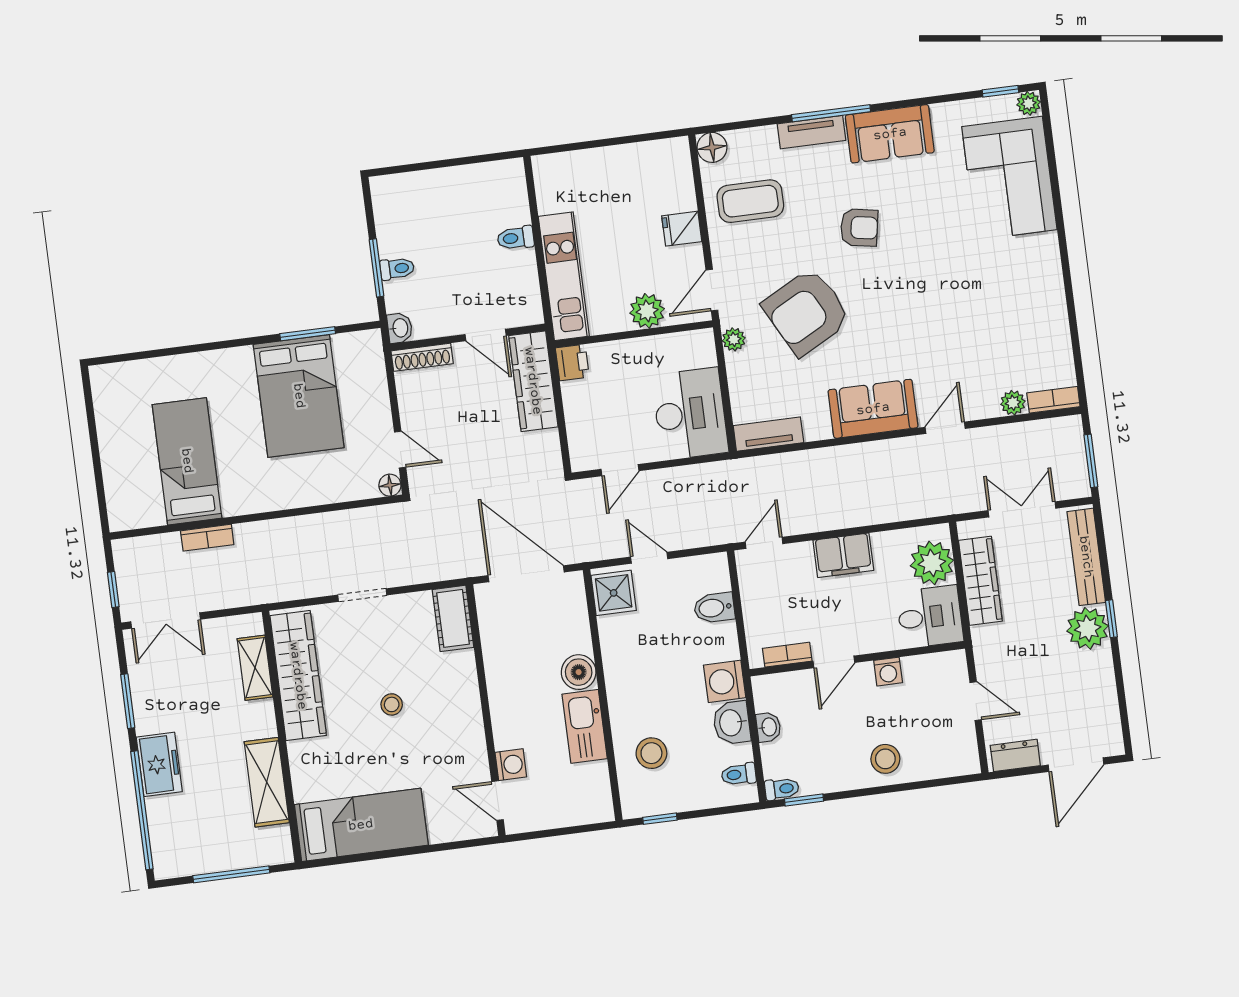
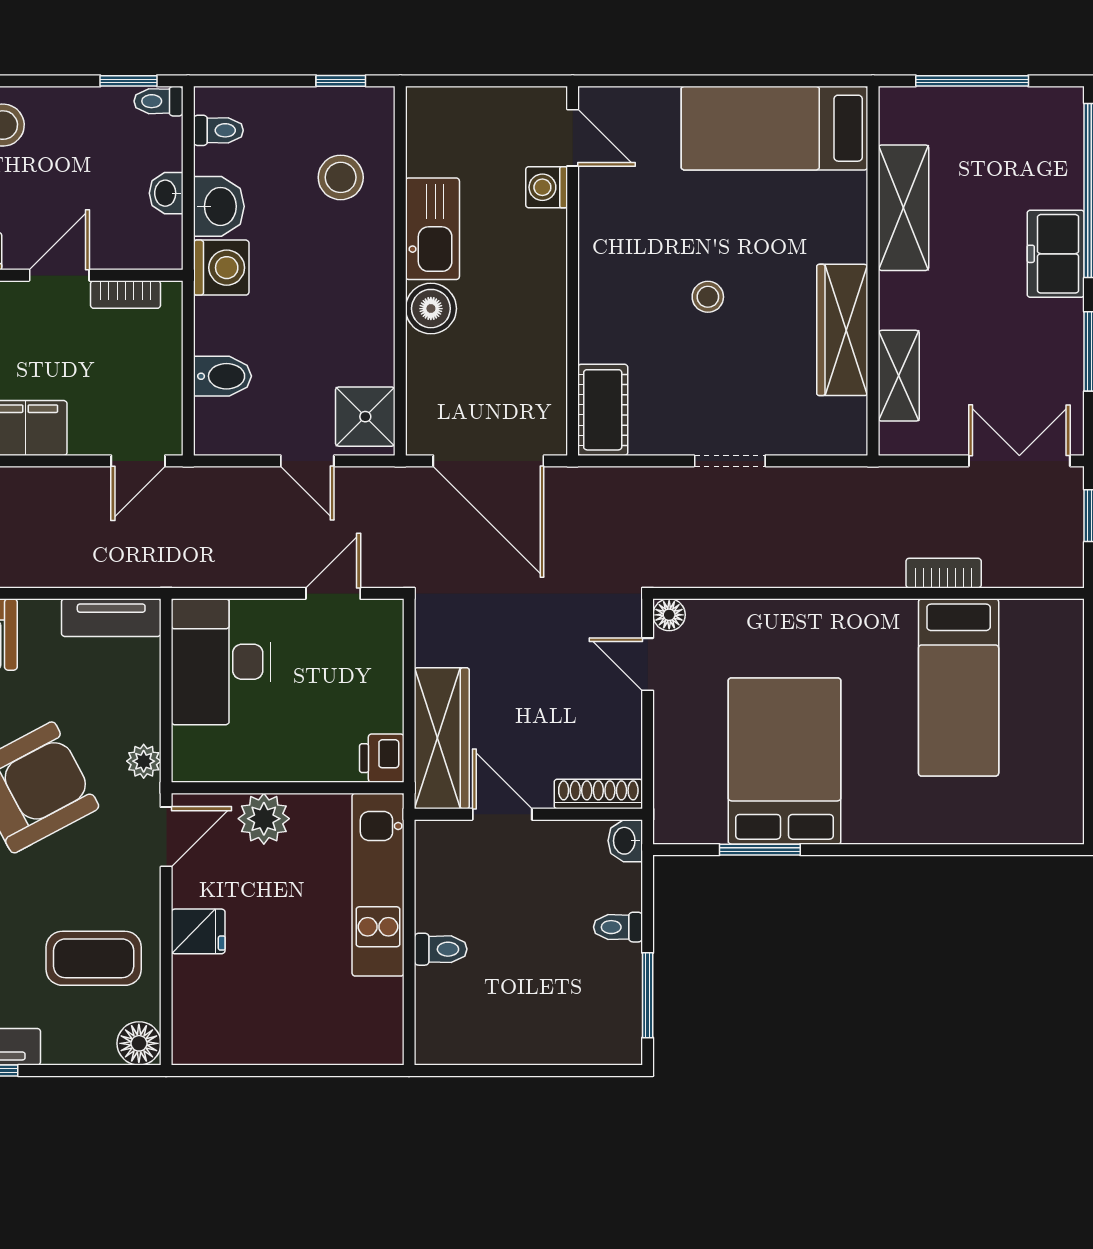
window: (376, 268) -> (648, 995), moved
wardrobe: (298, 676) -> (842, 330), width x0.71, depth x0.85

